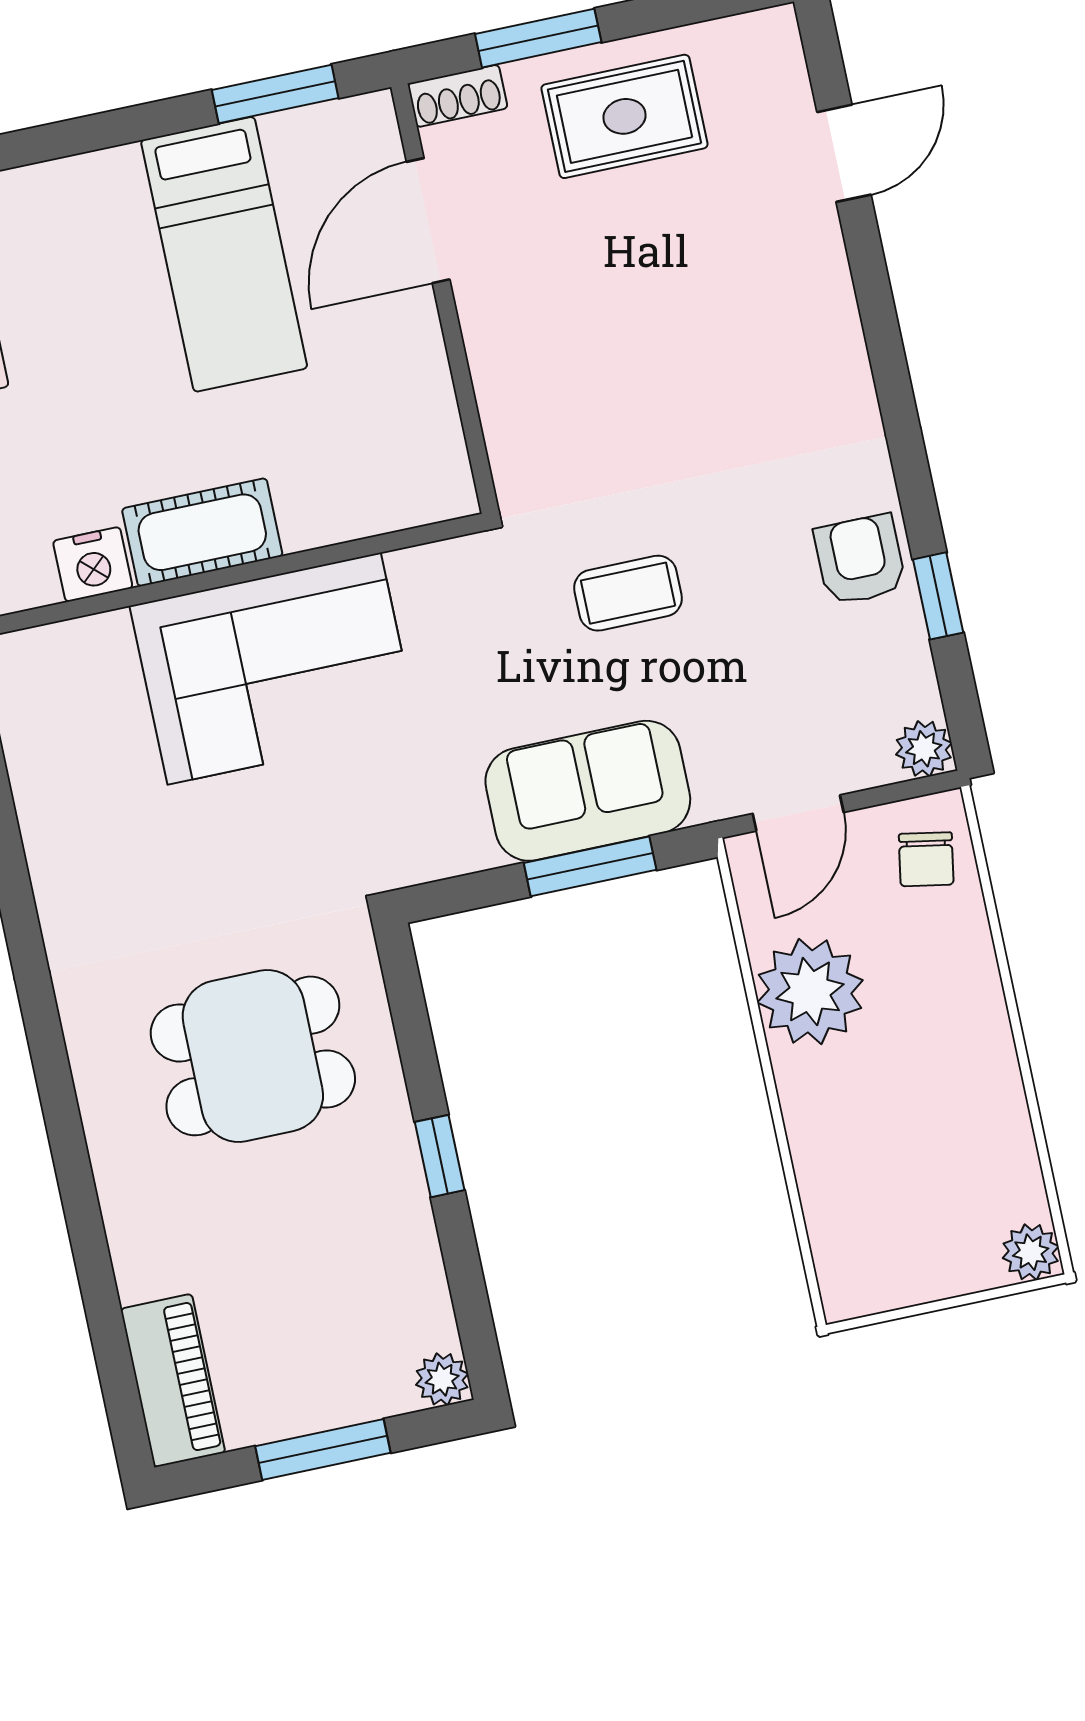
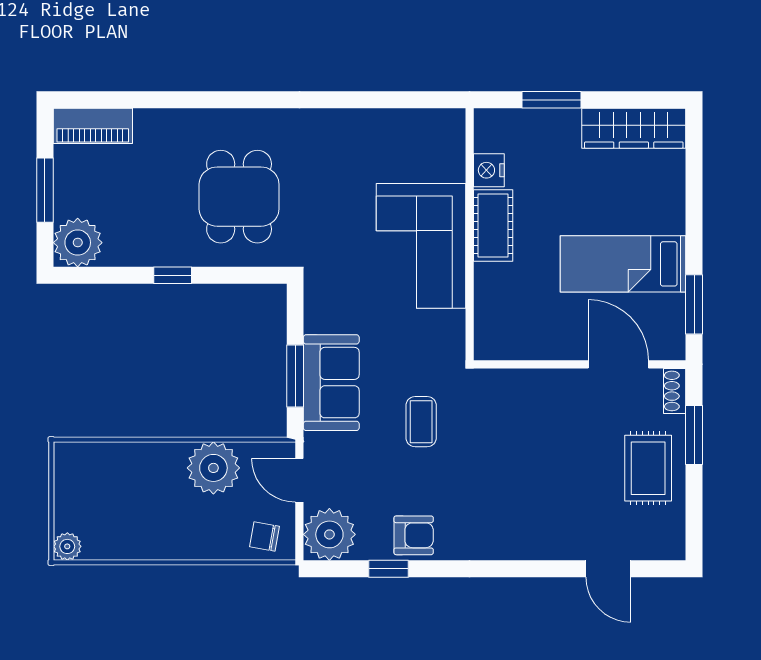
plant: (924, 749) -> (329, 534), width x1.87, depth x1.87
plant: (442, 1379) -> (78, 243), width x1.87, depth x1.87

